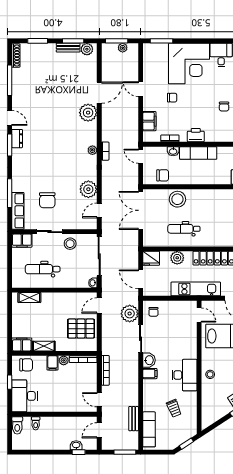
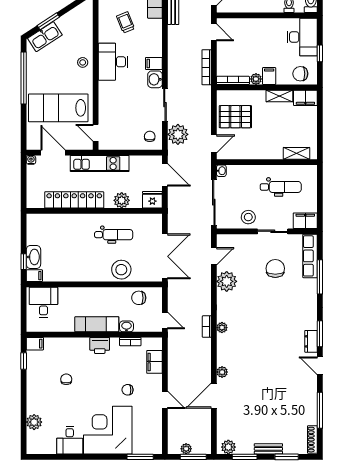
bench: (68, 48) -> (268, 449), moved
plant: (88, 113) -> (222, 372), width x0.53, depth x0.53

